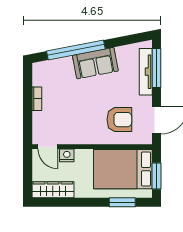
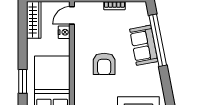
sofa: (95, 63) -> (144, 45), moved
armchair: (119, 120) -> (104, 64), moved

